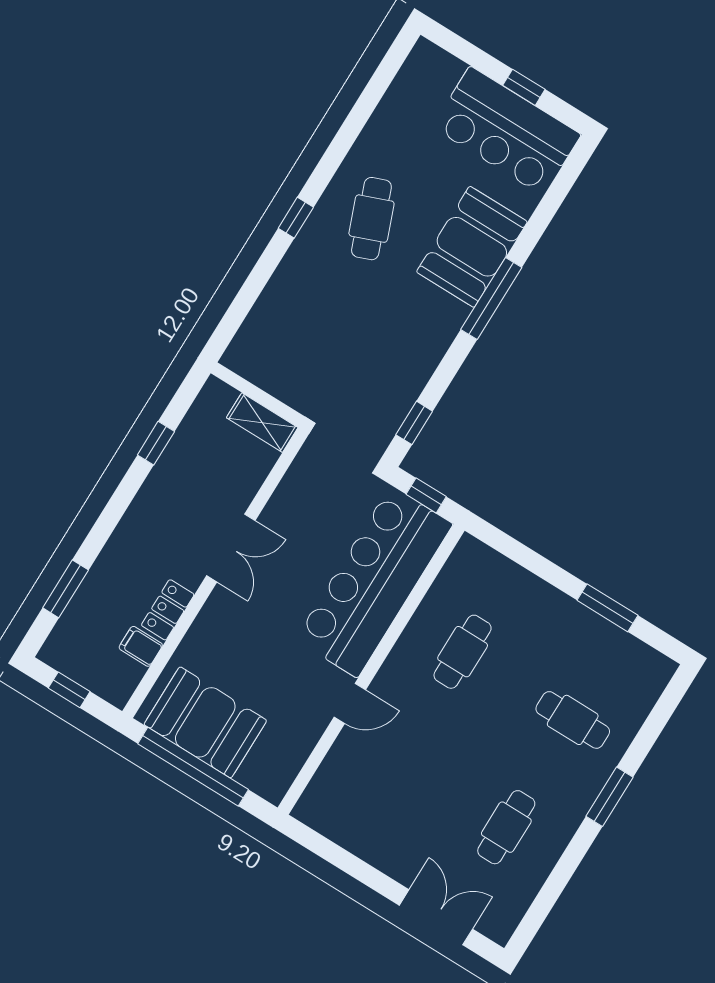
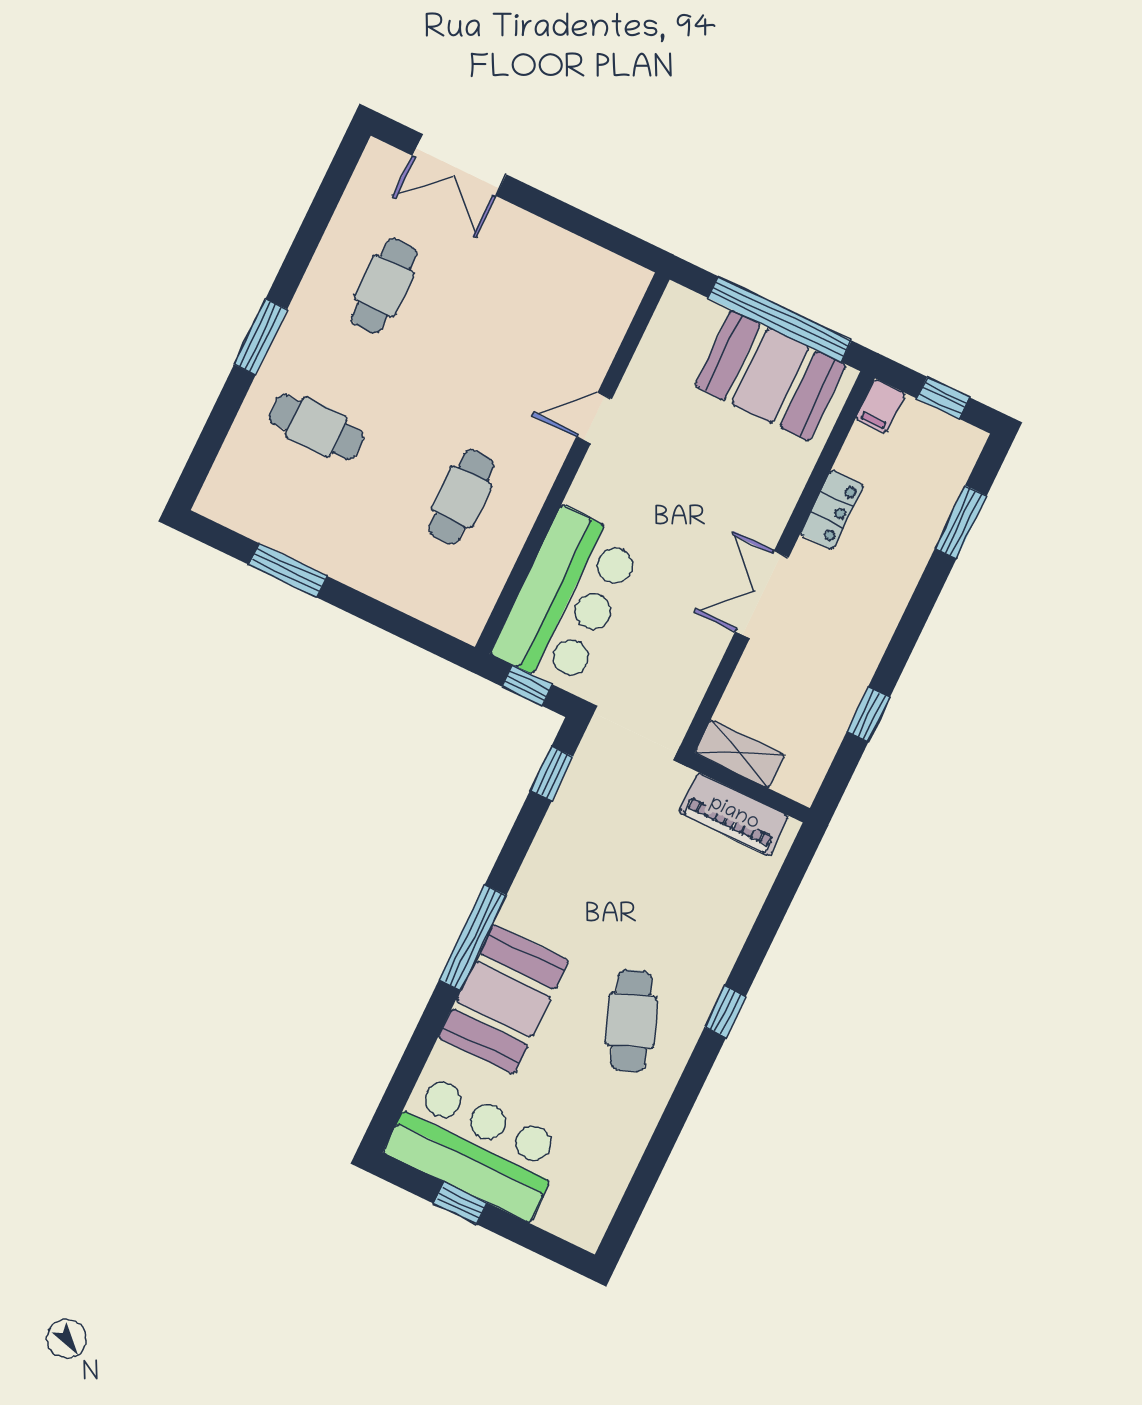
piano: (272, 375) -> (734, 814), added
bar counter: (374, 582) -> (567, 599), width x0.73
filing cabinet: (141, 646) -> (880, 406), moved, turned 90

